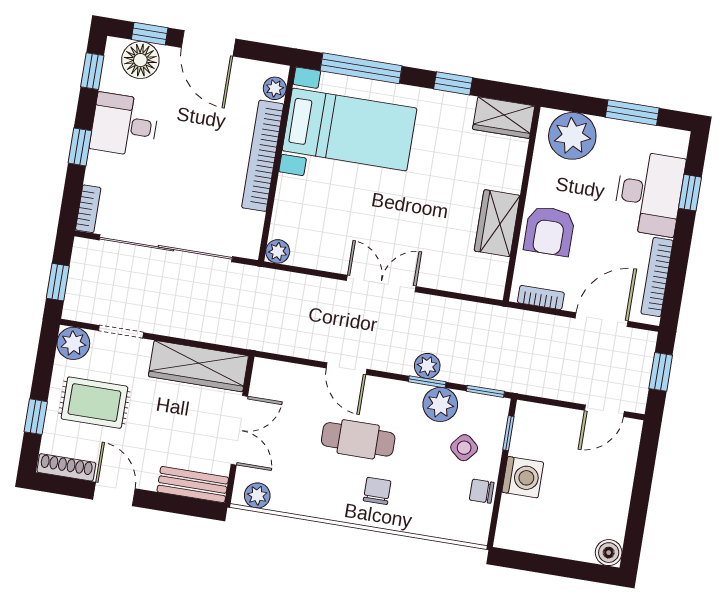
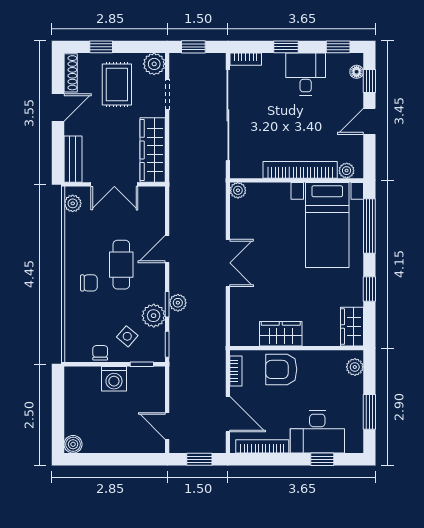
door: (208, 43) -> (369, 121), width x0.73
floor lamp: (140, 60) -> (357, 72), width x0.53, depth x0.53
plant: (572, 136) -> (355, 367), width x0.53, depth x0.53

